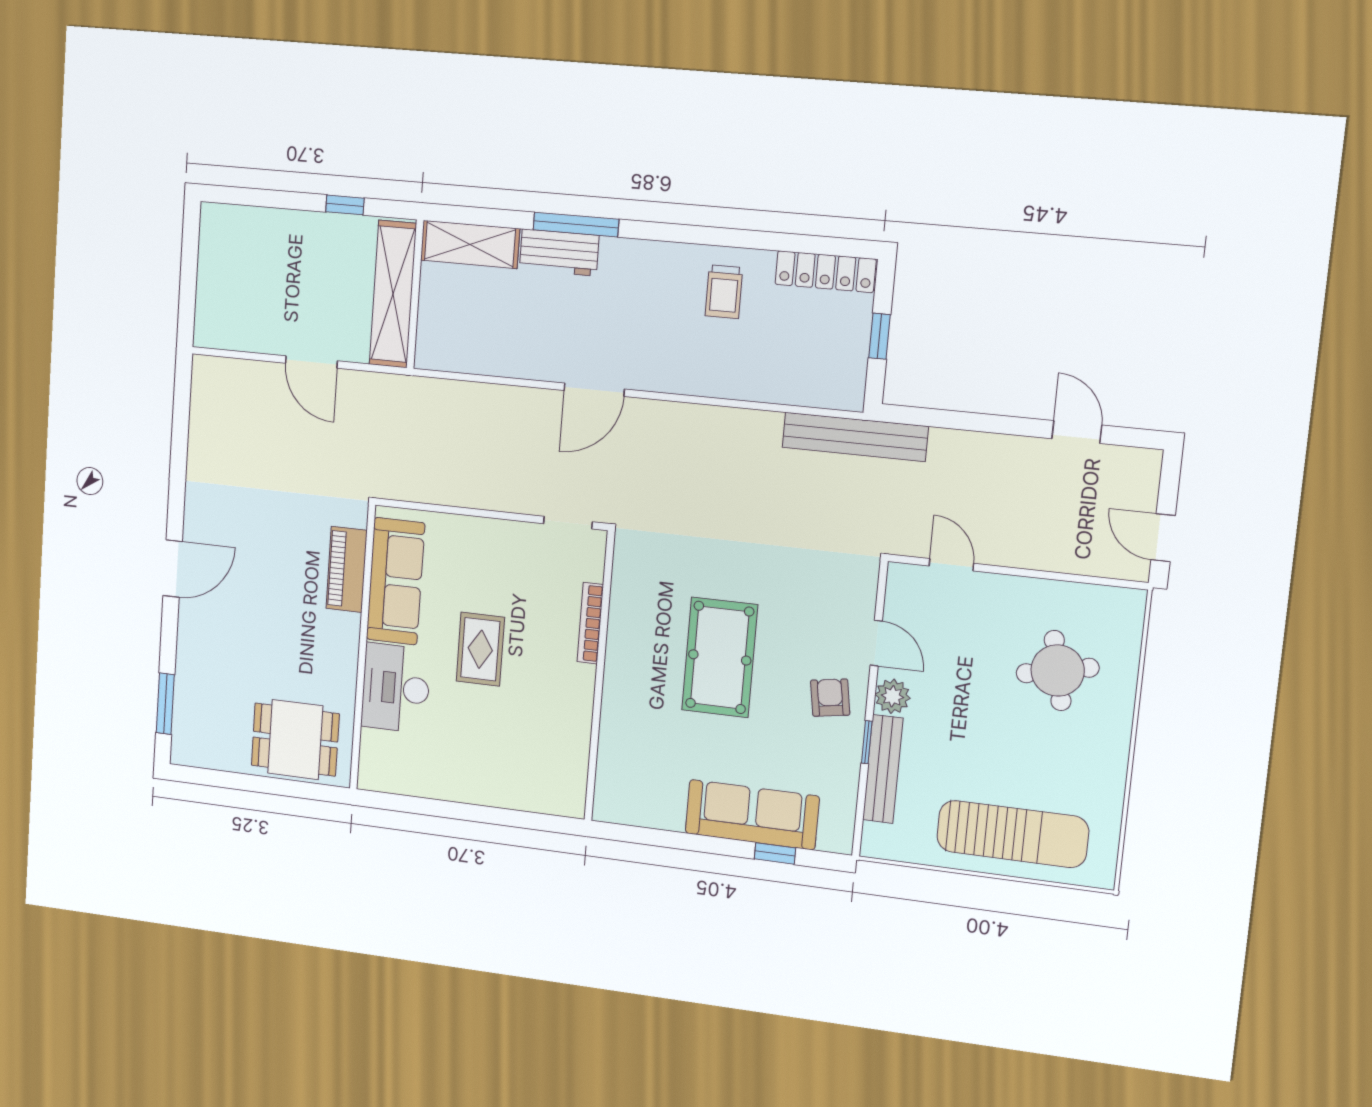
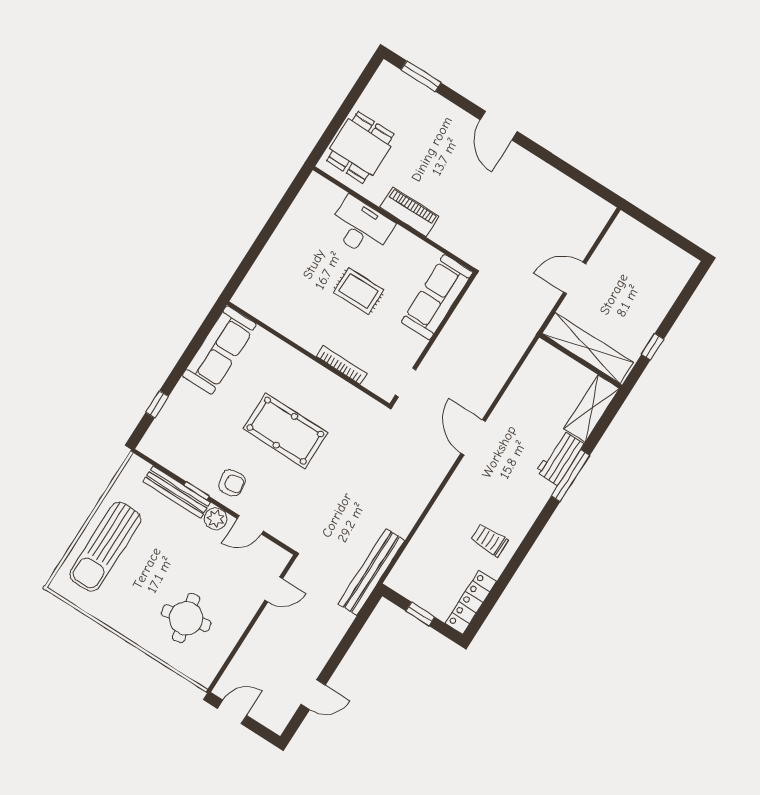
piano: (347, 569) -> (409, 212), moved
sofa: (396, 581) -> (437, 297), moved, turned 90
sofa: (752, 815) -> (219, 350), moved

